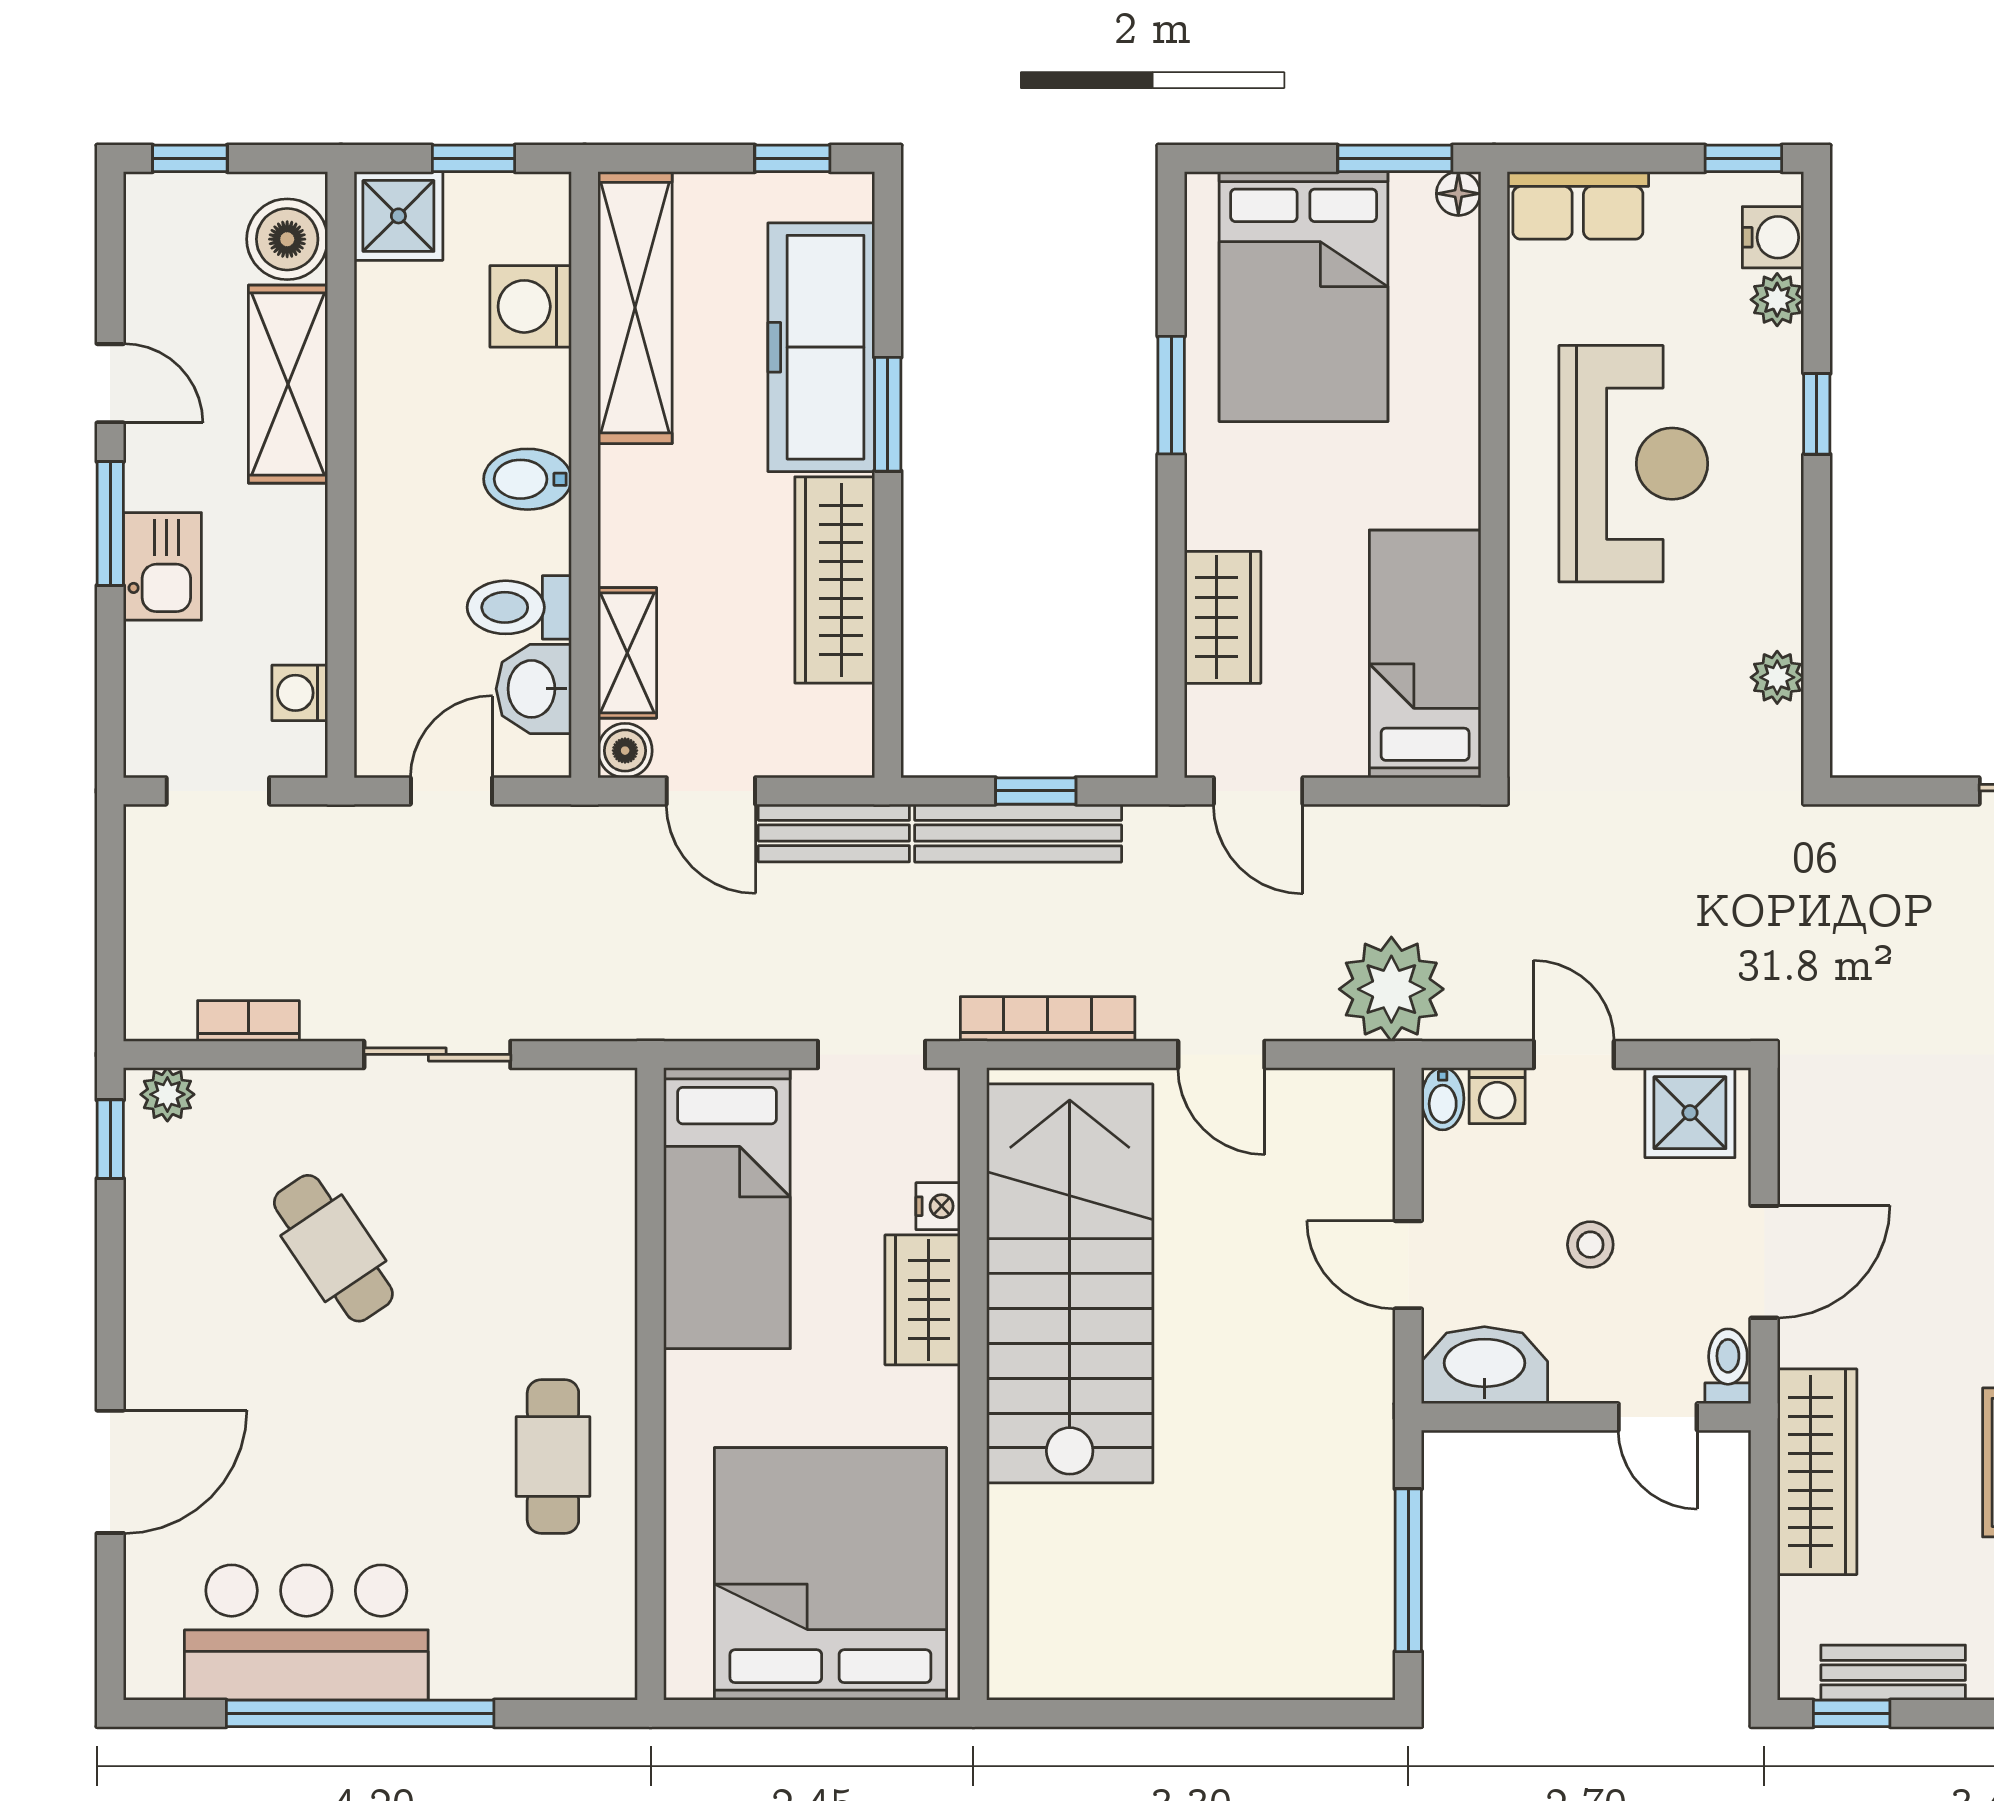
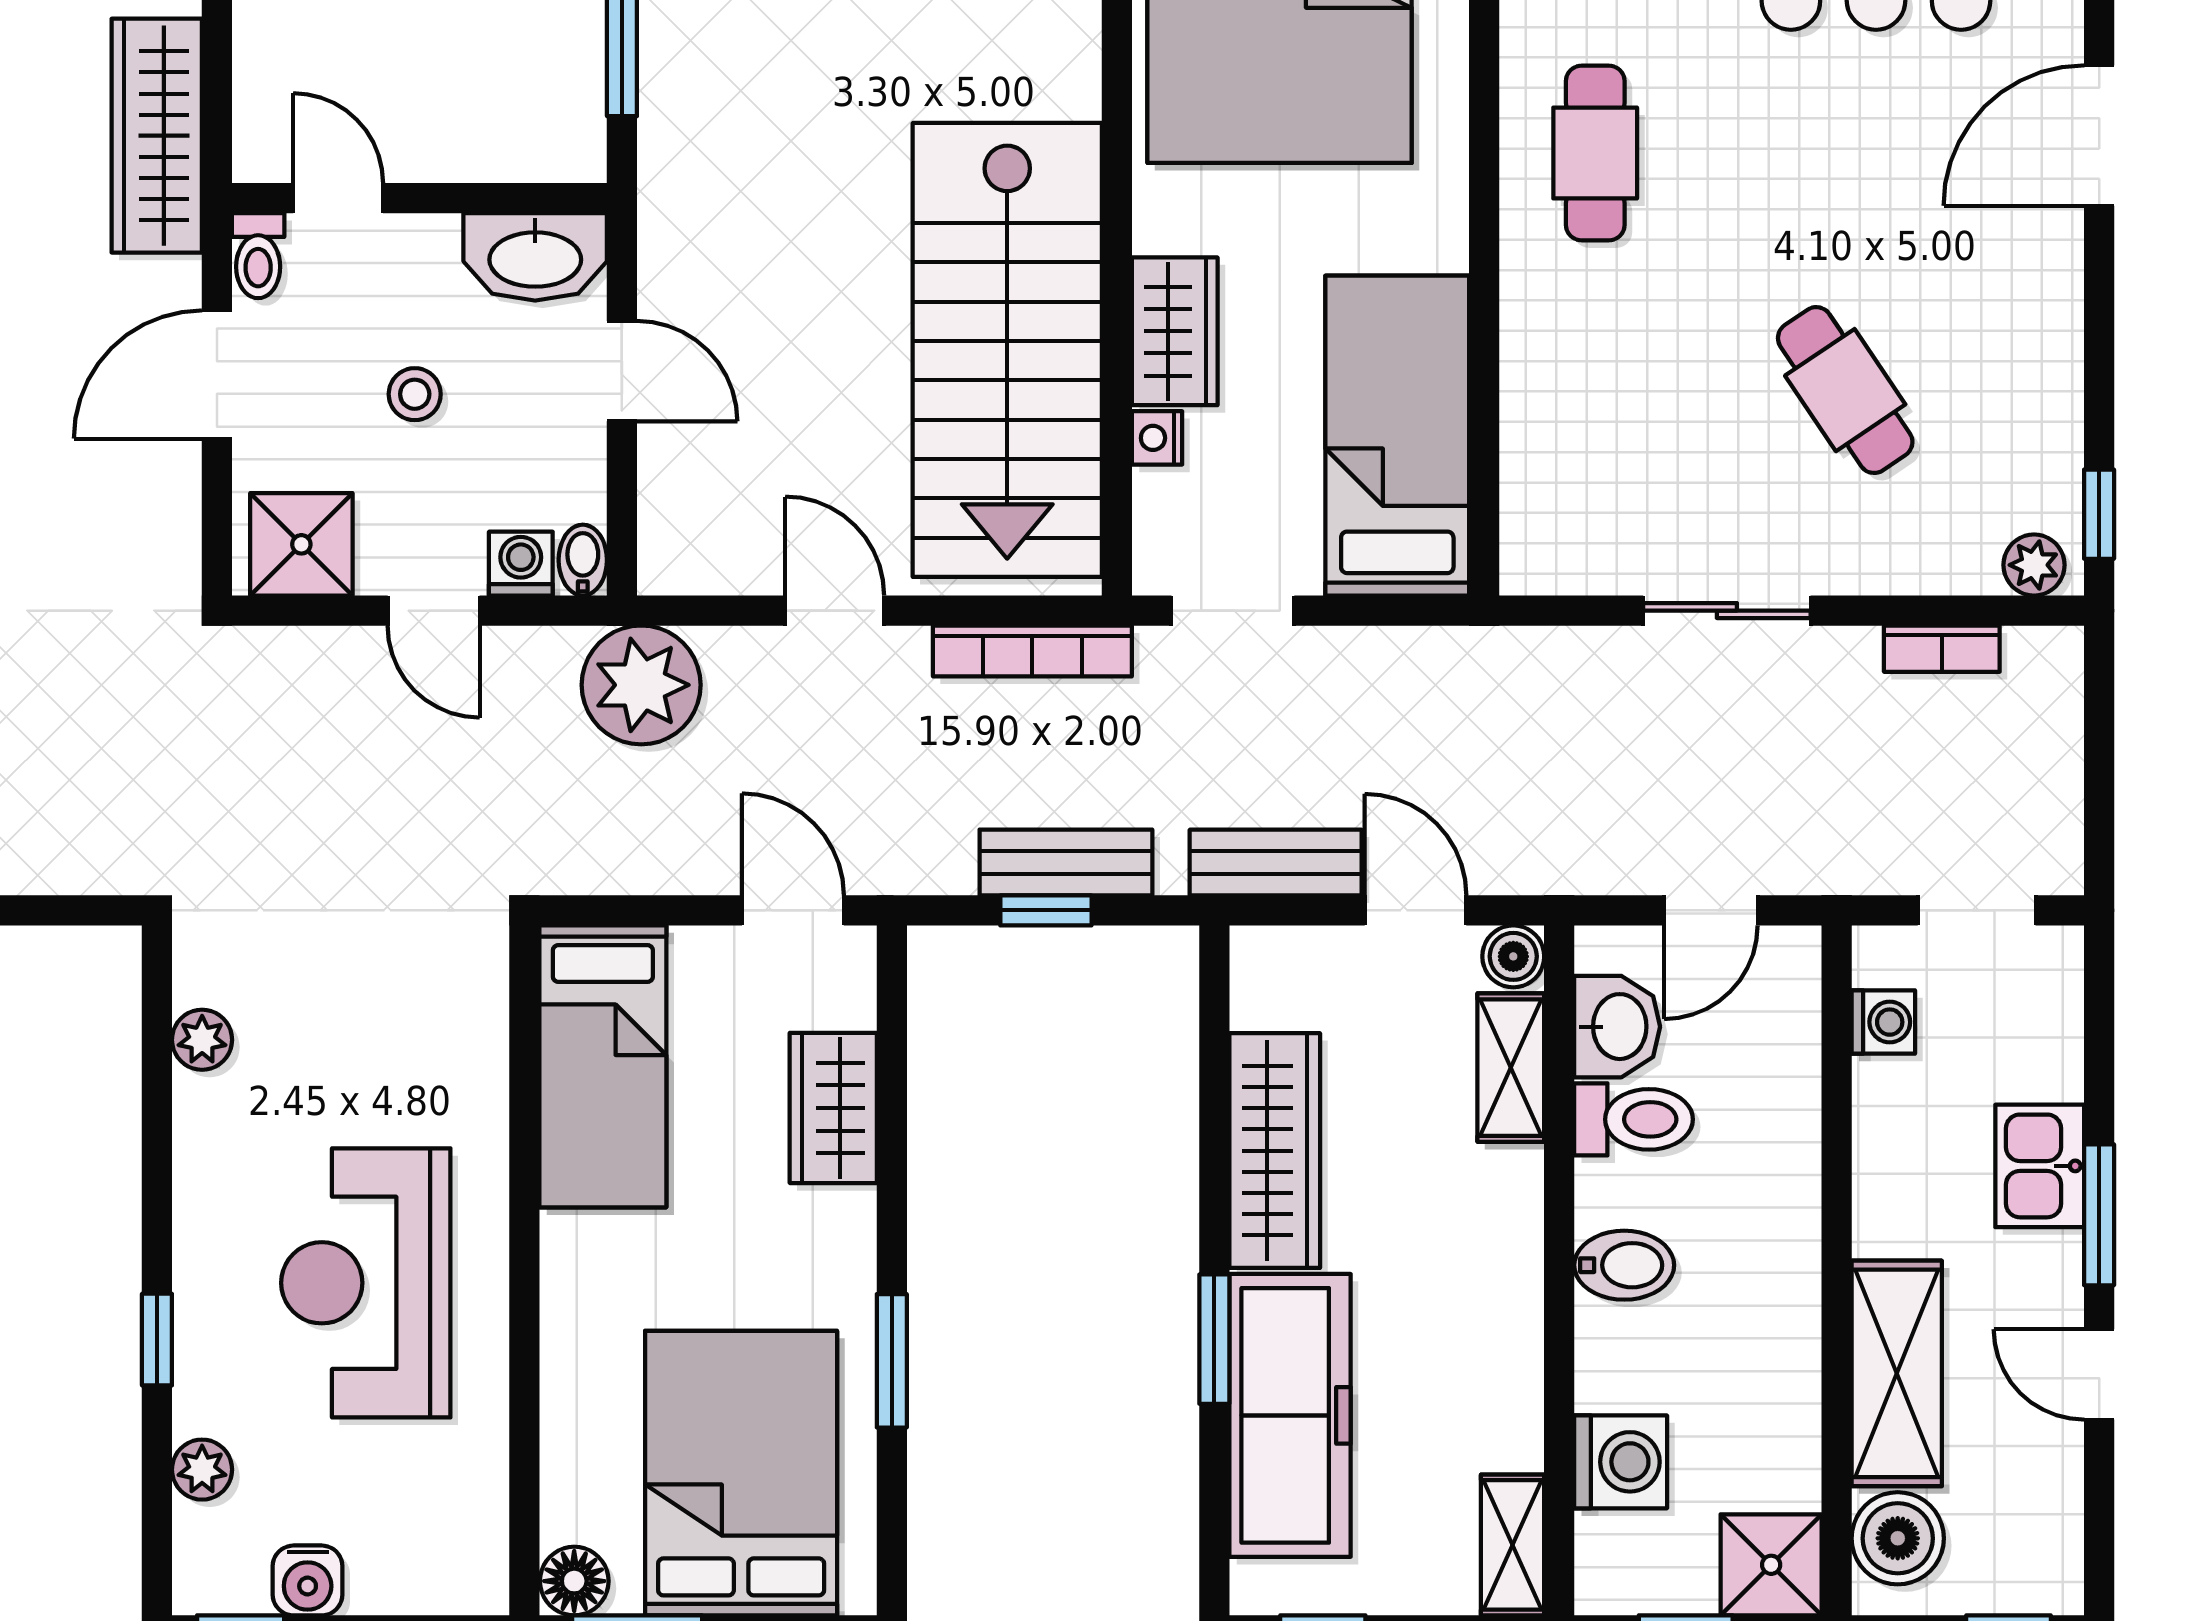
floor lamp: (1458, 194) -> (574, 1581), width x1.37, depth x1.37
row of seats: (1578, 205) -> (429, 1577), removed
water cooler: (1773, 237) -> (308, 1580), moved, turned -90
shelving: (635, 308) -> (1513, 1545), width x0.45, depth x0.75
bench: (1018, 833) -> (1066, 862), width x0.73

